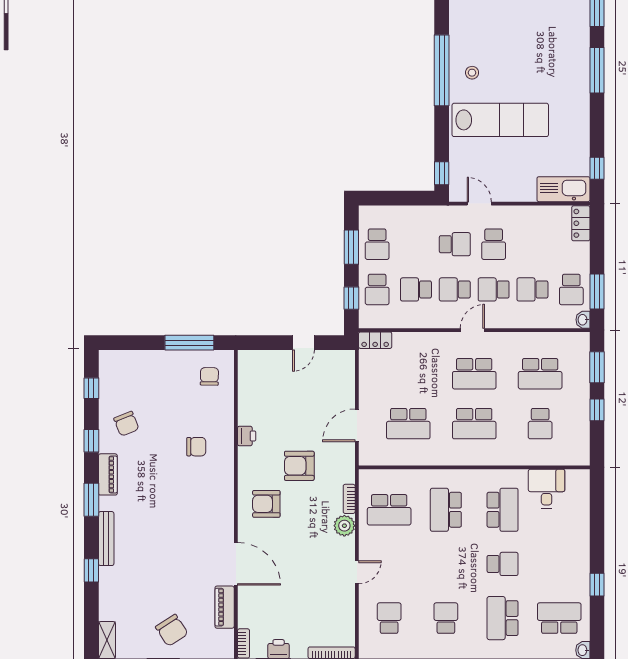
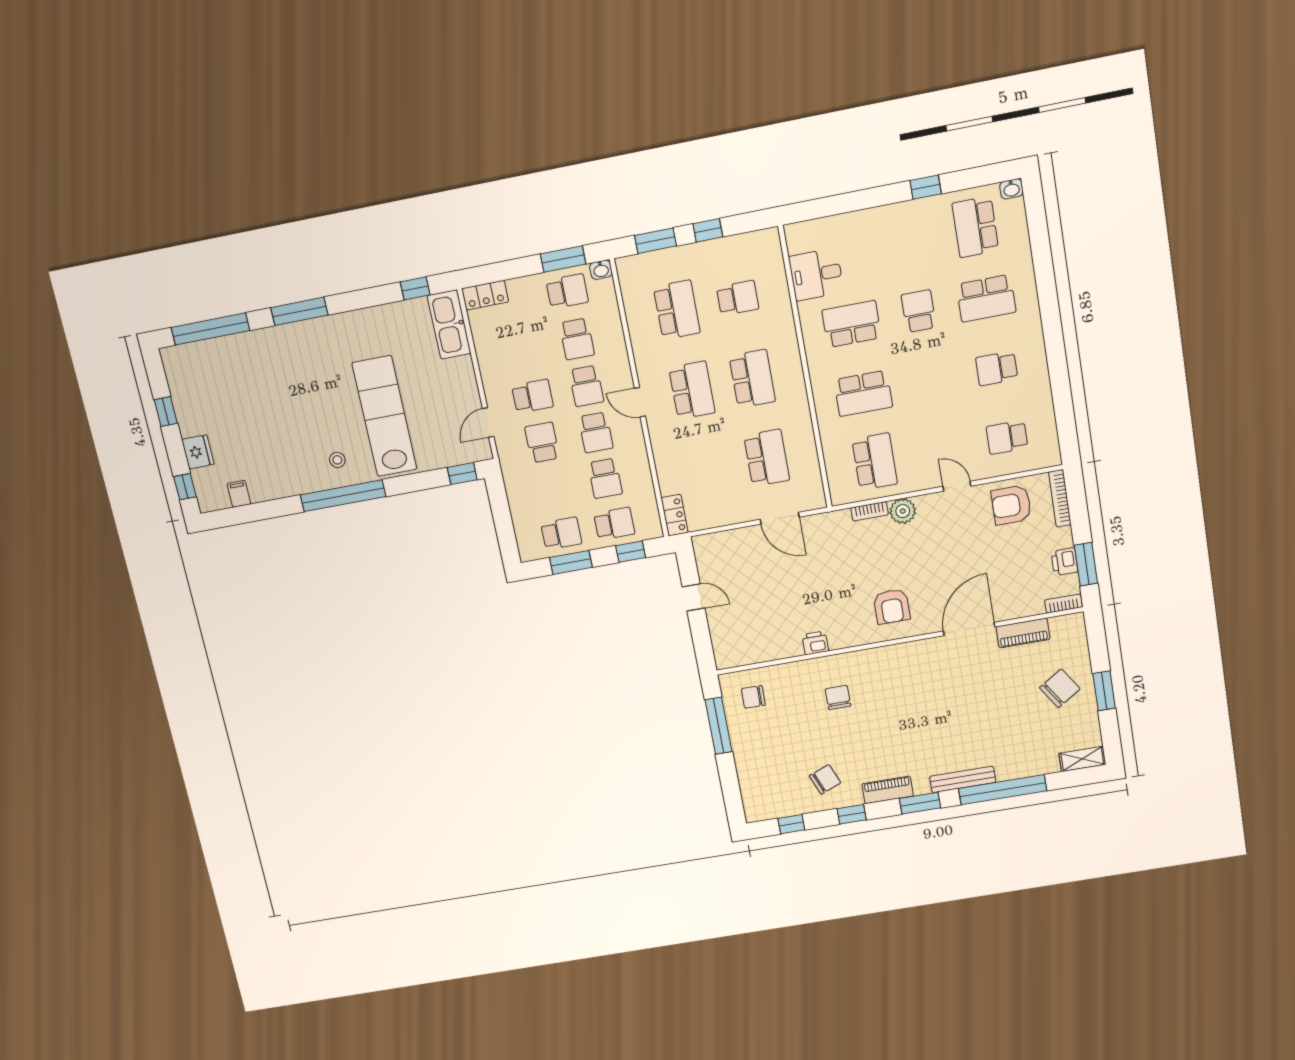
armchair: (299, 466) -> (1011, 505), moved, turned 90
window: (91, 570) -> (1003, 790), width x3.17

